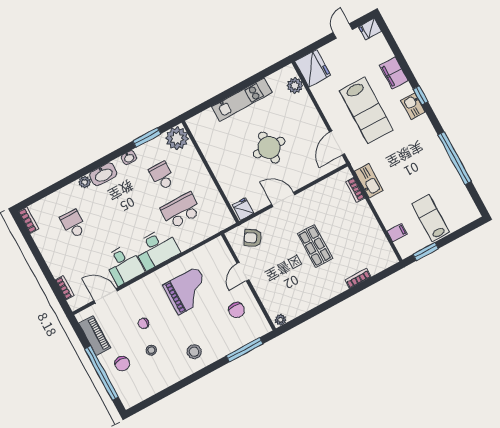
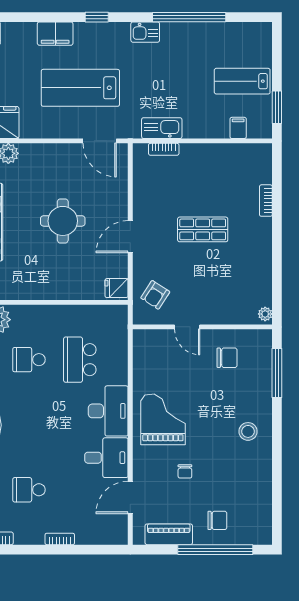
kitchen sink: (413, 106) -> (145, 32), moved
lab bench: (366, 110) -> (80, 88), turned 180
bookcase: (65, 288) -> (60, 539), moved
grand piano: (188, 291) -> (163, 419), moved
stool: (151, 350) -> (220, 479), removed

